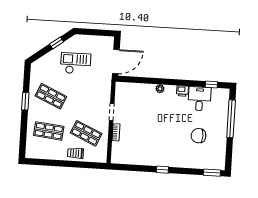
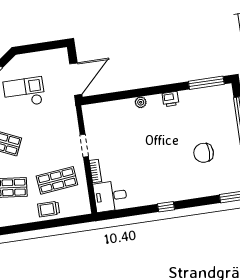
window: (211, 85) -> (206, 83), width x2.17
desk: (199, 99) -> (110, 196), moved, turned -90
shop shelf: (86, 133) -> (57, 180), turned -30

